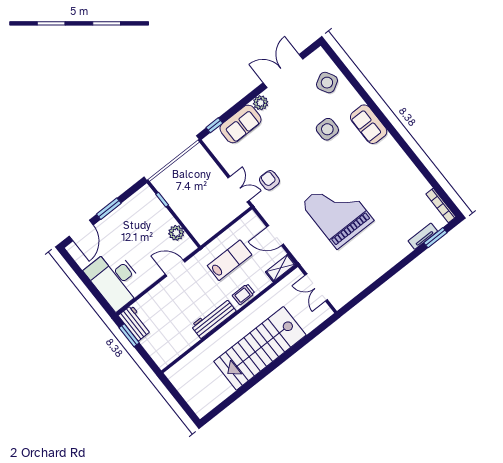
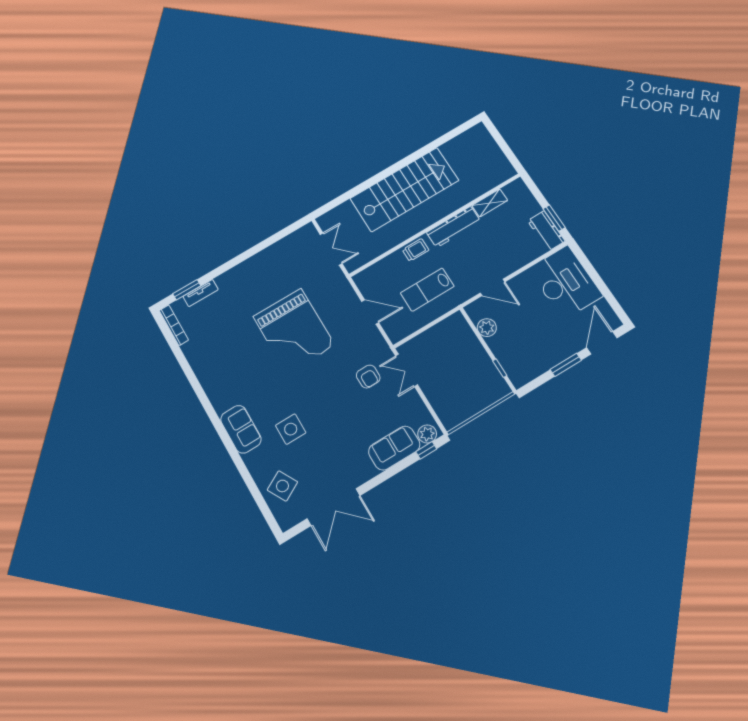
plant: (261, 103) -> (427, 434), moved
shelving: (281, 268) -> (490, 203), moved

